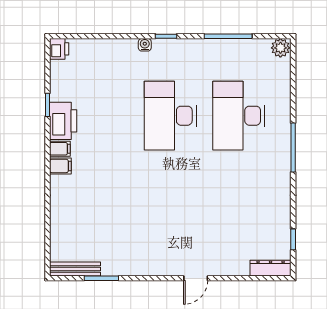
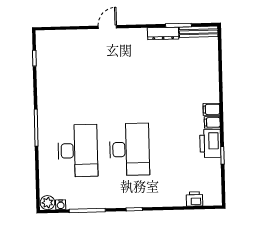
water cooler: (145, 45) -> (61, 205), moved
printer: (59, 49) -> (194, 199), moved, turned 90
dresser: (271, 268) -> (163, 33), moved

